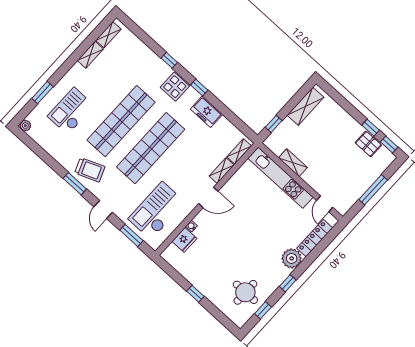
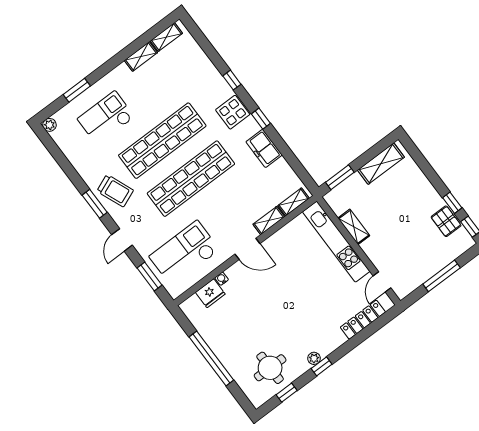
window: (274, 124) -> (340, 177), width x1.50
plant: (292, 258) -> (314, 358), moved, width x0.53, depth x0.53
window: (195, 294) -> (211, 359), width x3.17

